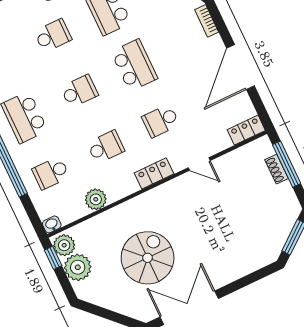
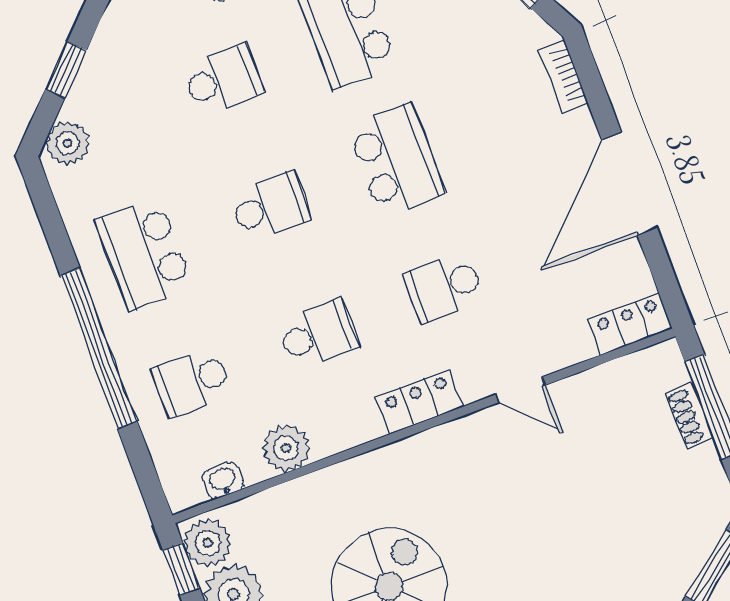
washbasin: (52, 224) -> (223, 480), moved

